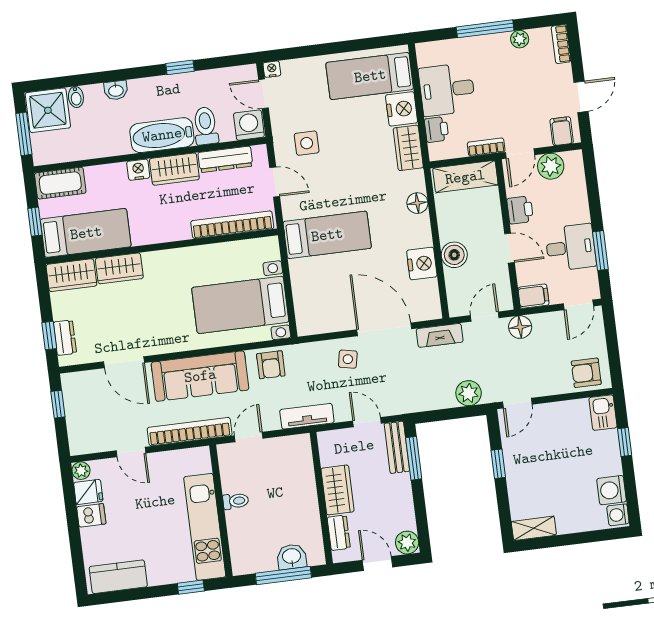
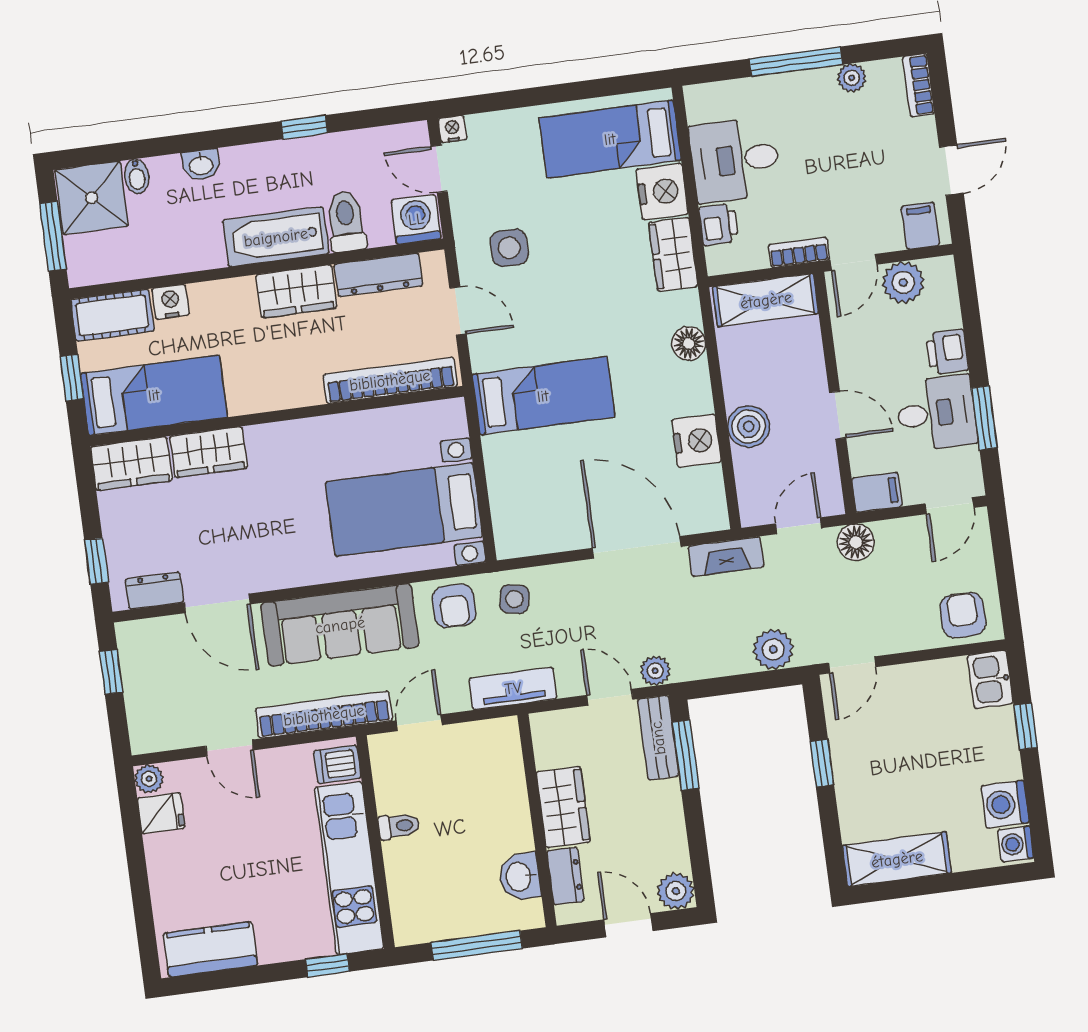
nightstand: (138, 170) -> (170, 302), moved
printer: (520, 210) -> (947, 352), moved, turned 180
dresser: (65, 338) -> (154, 591), moved, turned -90
side table: (348, 359) -> (514, 599), moved
armchair: (586, 373) -> (963, 615), turned 90
plant: (395, 406) -> (655, 671), added
dishwasher: (91, 515) -> (337, 764), moved, turned 180
shelving: (534, 528) -> (897, 859), width x1.50, depth x1.33
washbasin: (292, 557) -> (520, 877), moved, turned -90

